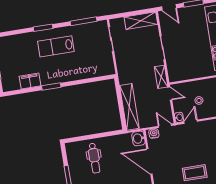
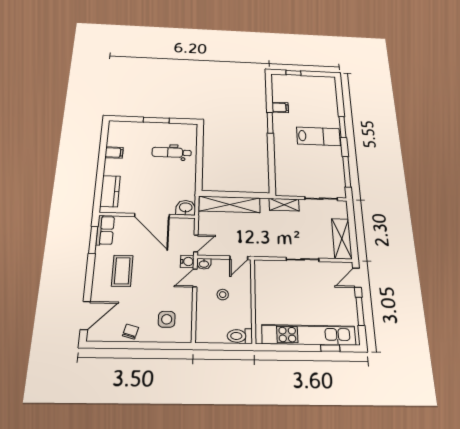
lab bench: (56, 46) -> (318, 136), turned 90
shelving: (161, 77) -> (284, 205), moved
filing cabinet: (30, 81) -> (280, 107), width x0.50
door: (191, 122) -> (195, 278), swing flipped
water cooler: (154, 133) -> (187, 261), moved
door: (149, 161) -> (152, 216), swing flipped

